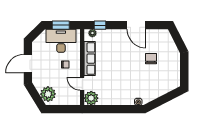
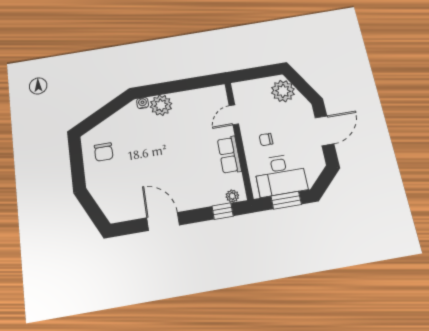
row of seats: (90, 59) -> (229, 155), width x0.68
chair: (151, 59) -> (104, 152), moved
door: (82, 84) -> (234, 115), swing flipped
plant: (91, 98) -> (161, 105), moved

